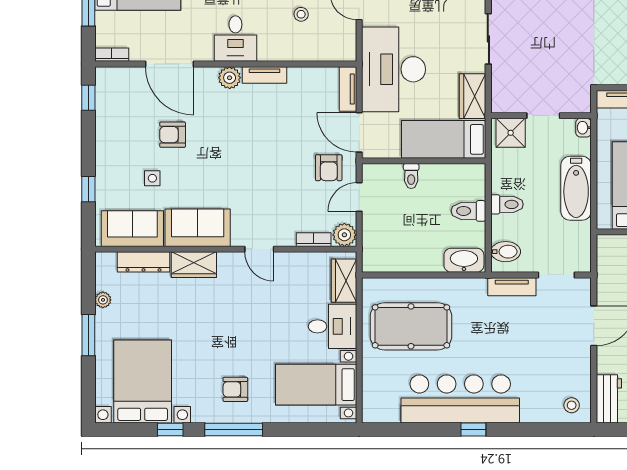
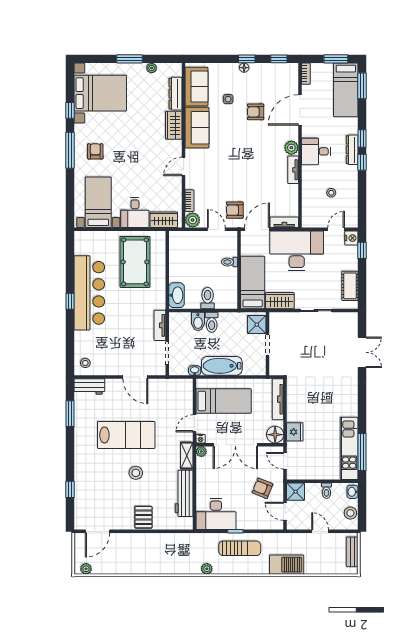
washbasin: (584, 128) -> (195, 370), moved
armchair: (173, 135) -> (256, 112), turned -90
floor lamp: (102, 153) -> (244, 68), added
window: (88, 189) -> (247, 59), moved
bidet: (506, 252) -> (198, 321), moved

